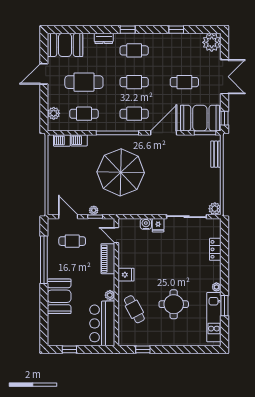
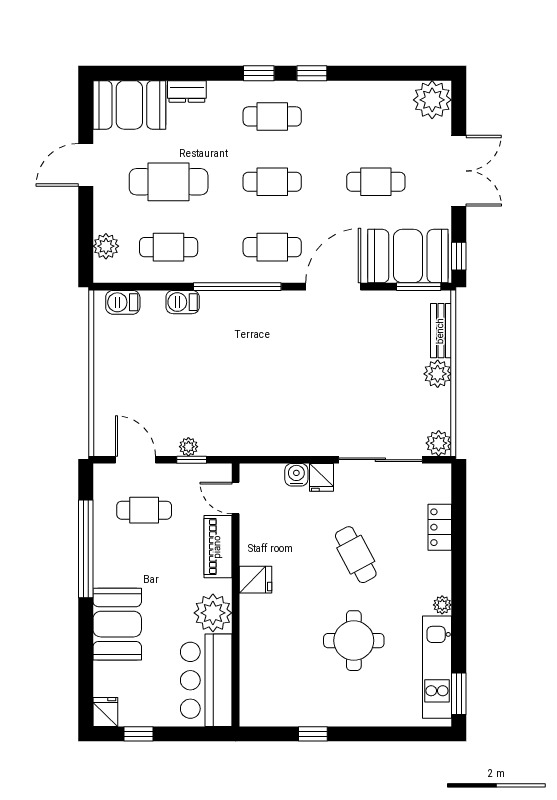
window: (176, 30) -> (312, 73), moved
dresser: (104, 38) -> (187, 91), moved
barbecue: (79, 140) -> (183, 302), moved
parasol: (121, 172) -> (244, 368), removed
plant: (214, 175) -> (438, 374), added
plant: (110, 295) -> (213, 613), width x1.87, depth x1.87
window: (224, 306) -> (459, 694), moved
cafe table: (134, 309) -> (356, 555), moved
fridge: (53, 339) -> (105, 712), added
window: (143, 349) -> (313, 734), moved

